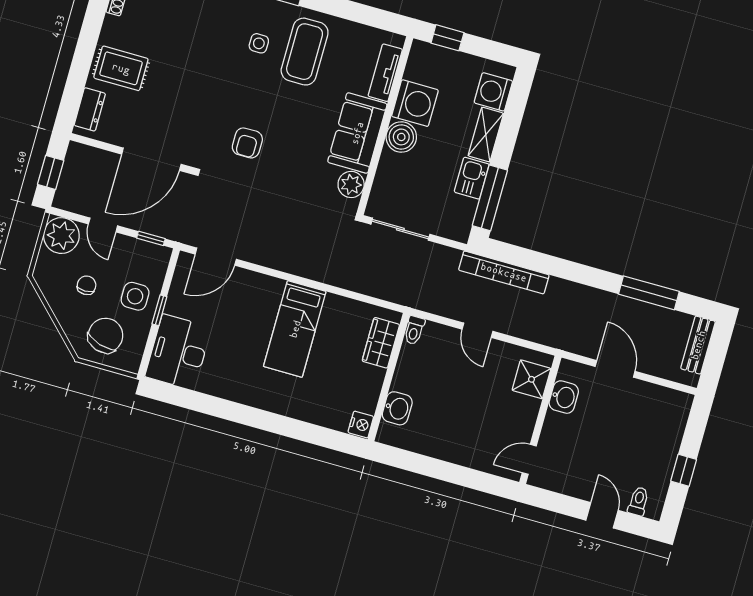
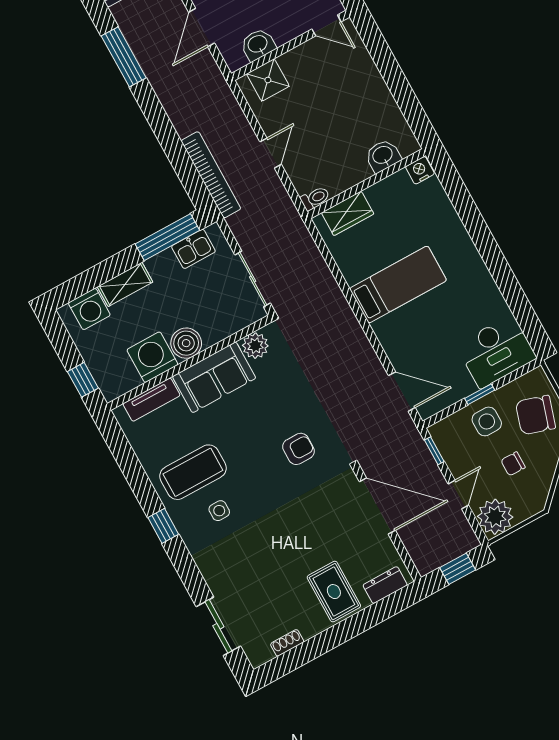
kitchen sink: (472, 178) -> (193, 249), moved

